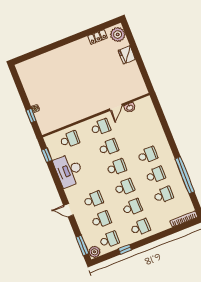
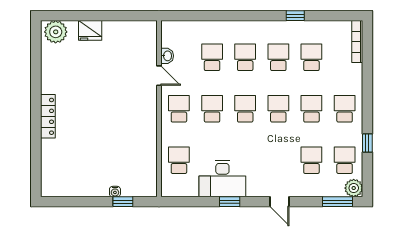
locker: (98, 37) -> (48, 116), moved, width x1.53
window: (47, 155) -> (230, 202), moved
window: (185, 175) -> (295, 16), width x0.32
school desk: (93, 200) -> (212, 57), moved
door: (69, 210) -> (279, 202), hinge flipped

